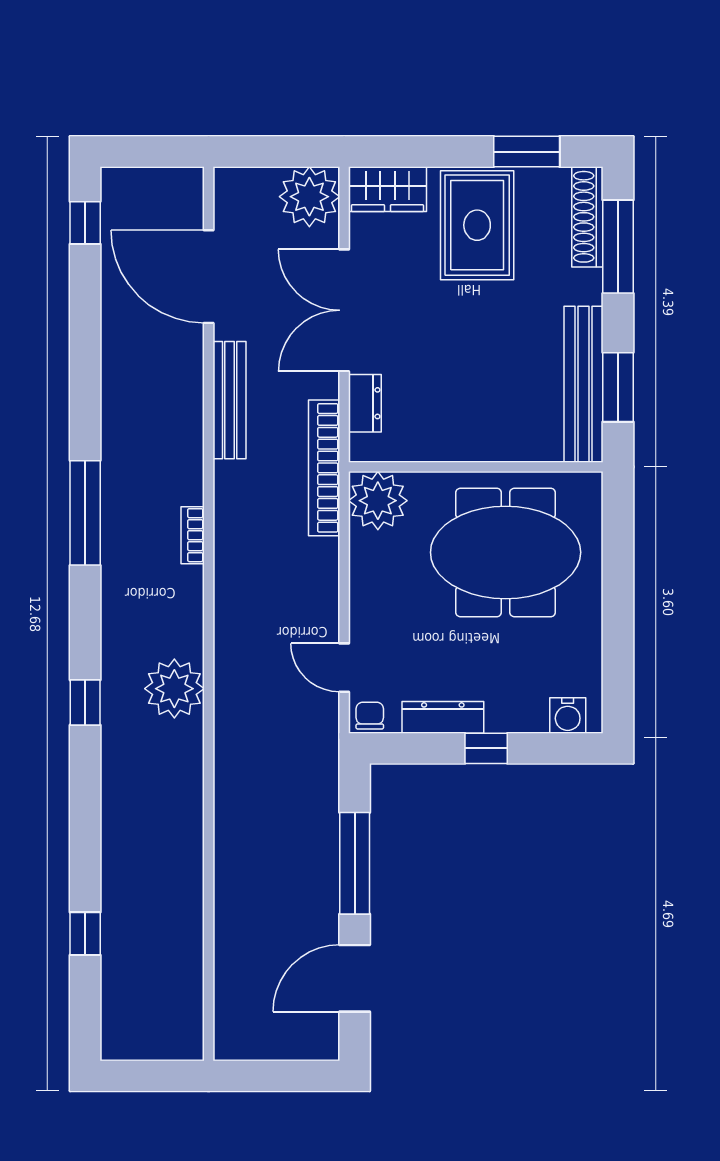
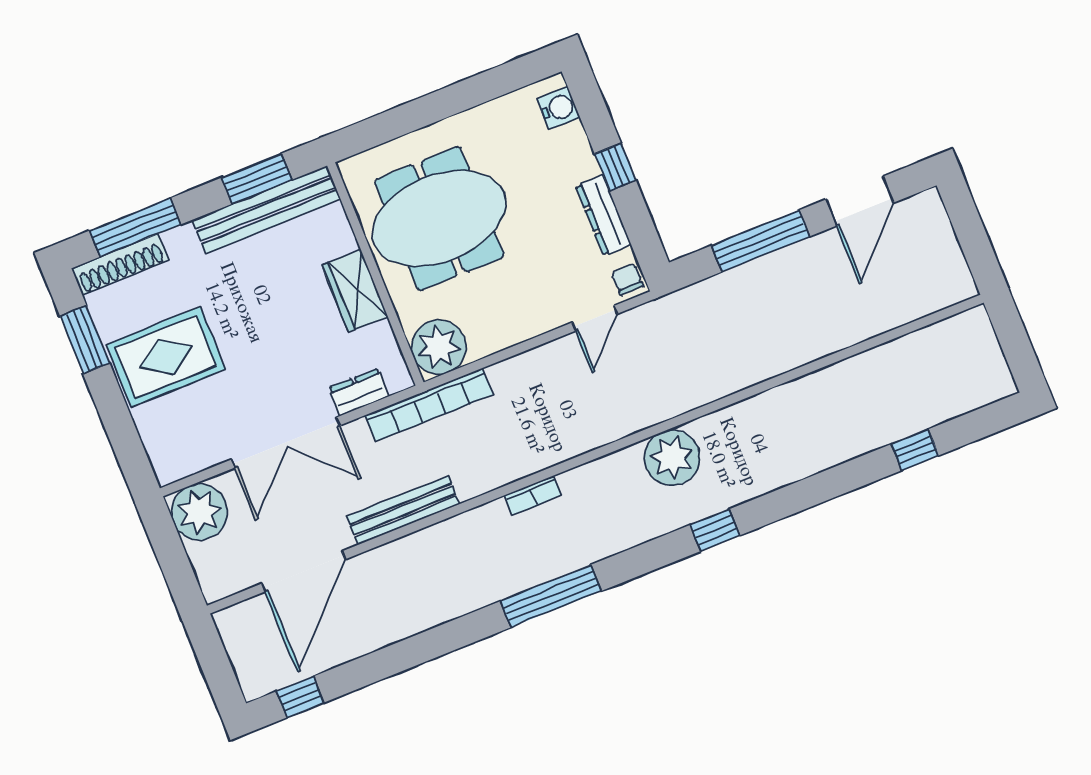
wardrobe: (387, 189) -> (355, 291), moved, turned 180
meeting table: (506, 552) -> (439, 218), turned 90
chair: (370, 716) -> (627, 279), turned 90
door: (355, 978) -> (860, 201), hinge flipped

